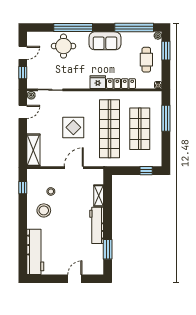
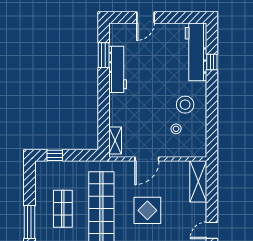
shop shelf: (140, 129) -> (63, 209), width x0.70, depth x0.74
window: (23, 188) -> (212, 62), moved
shelving: (99, 196) -> (115, 140), moved
workbench: (97, 225) -> (118, 69), moved

